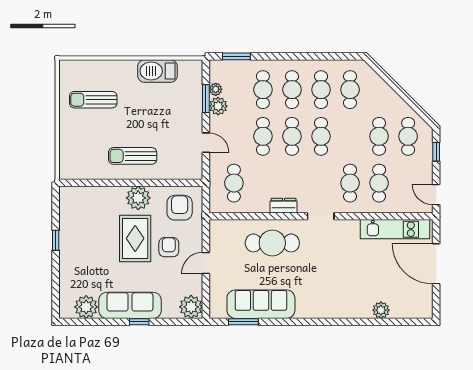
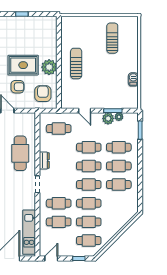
barbecue: (157, 71) -> (133, 79), width x0.53, depth x0.65
cafe table: (350, 90) -> (89, 203), moved
door: (206, 143) -> (85, 111), hinge flipped
armchair: (180, 208) -> (43, 94), turned -90

